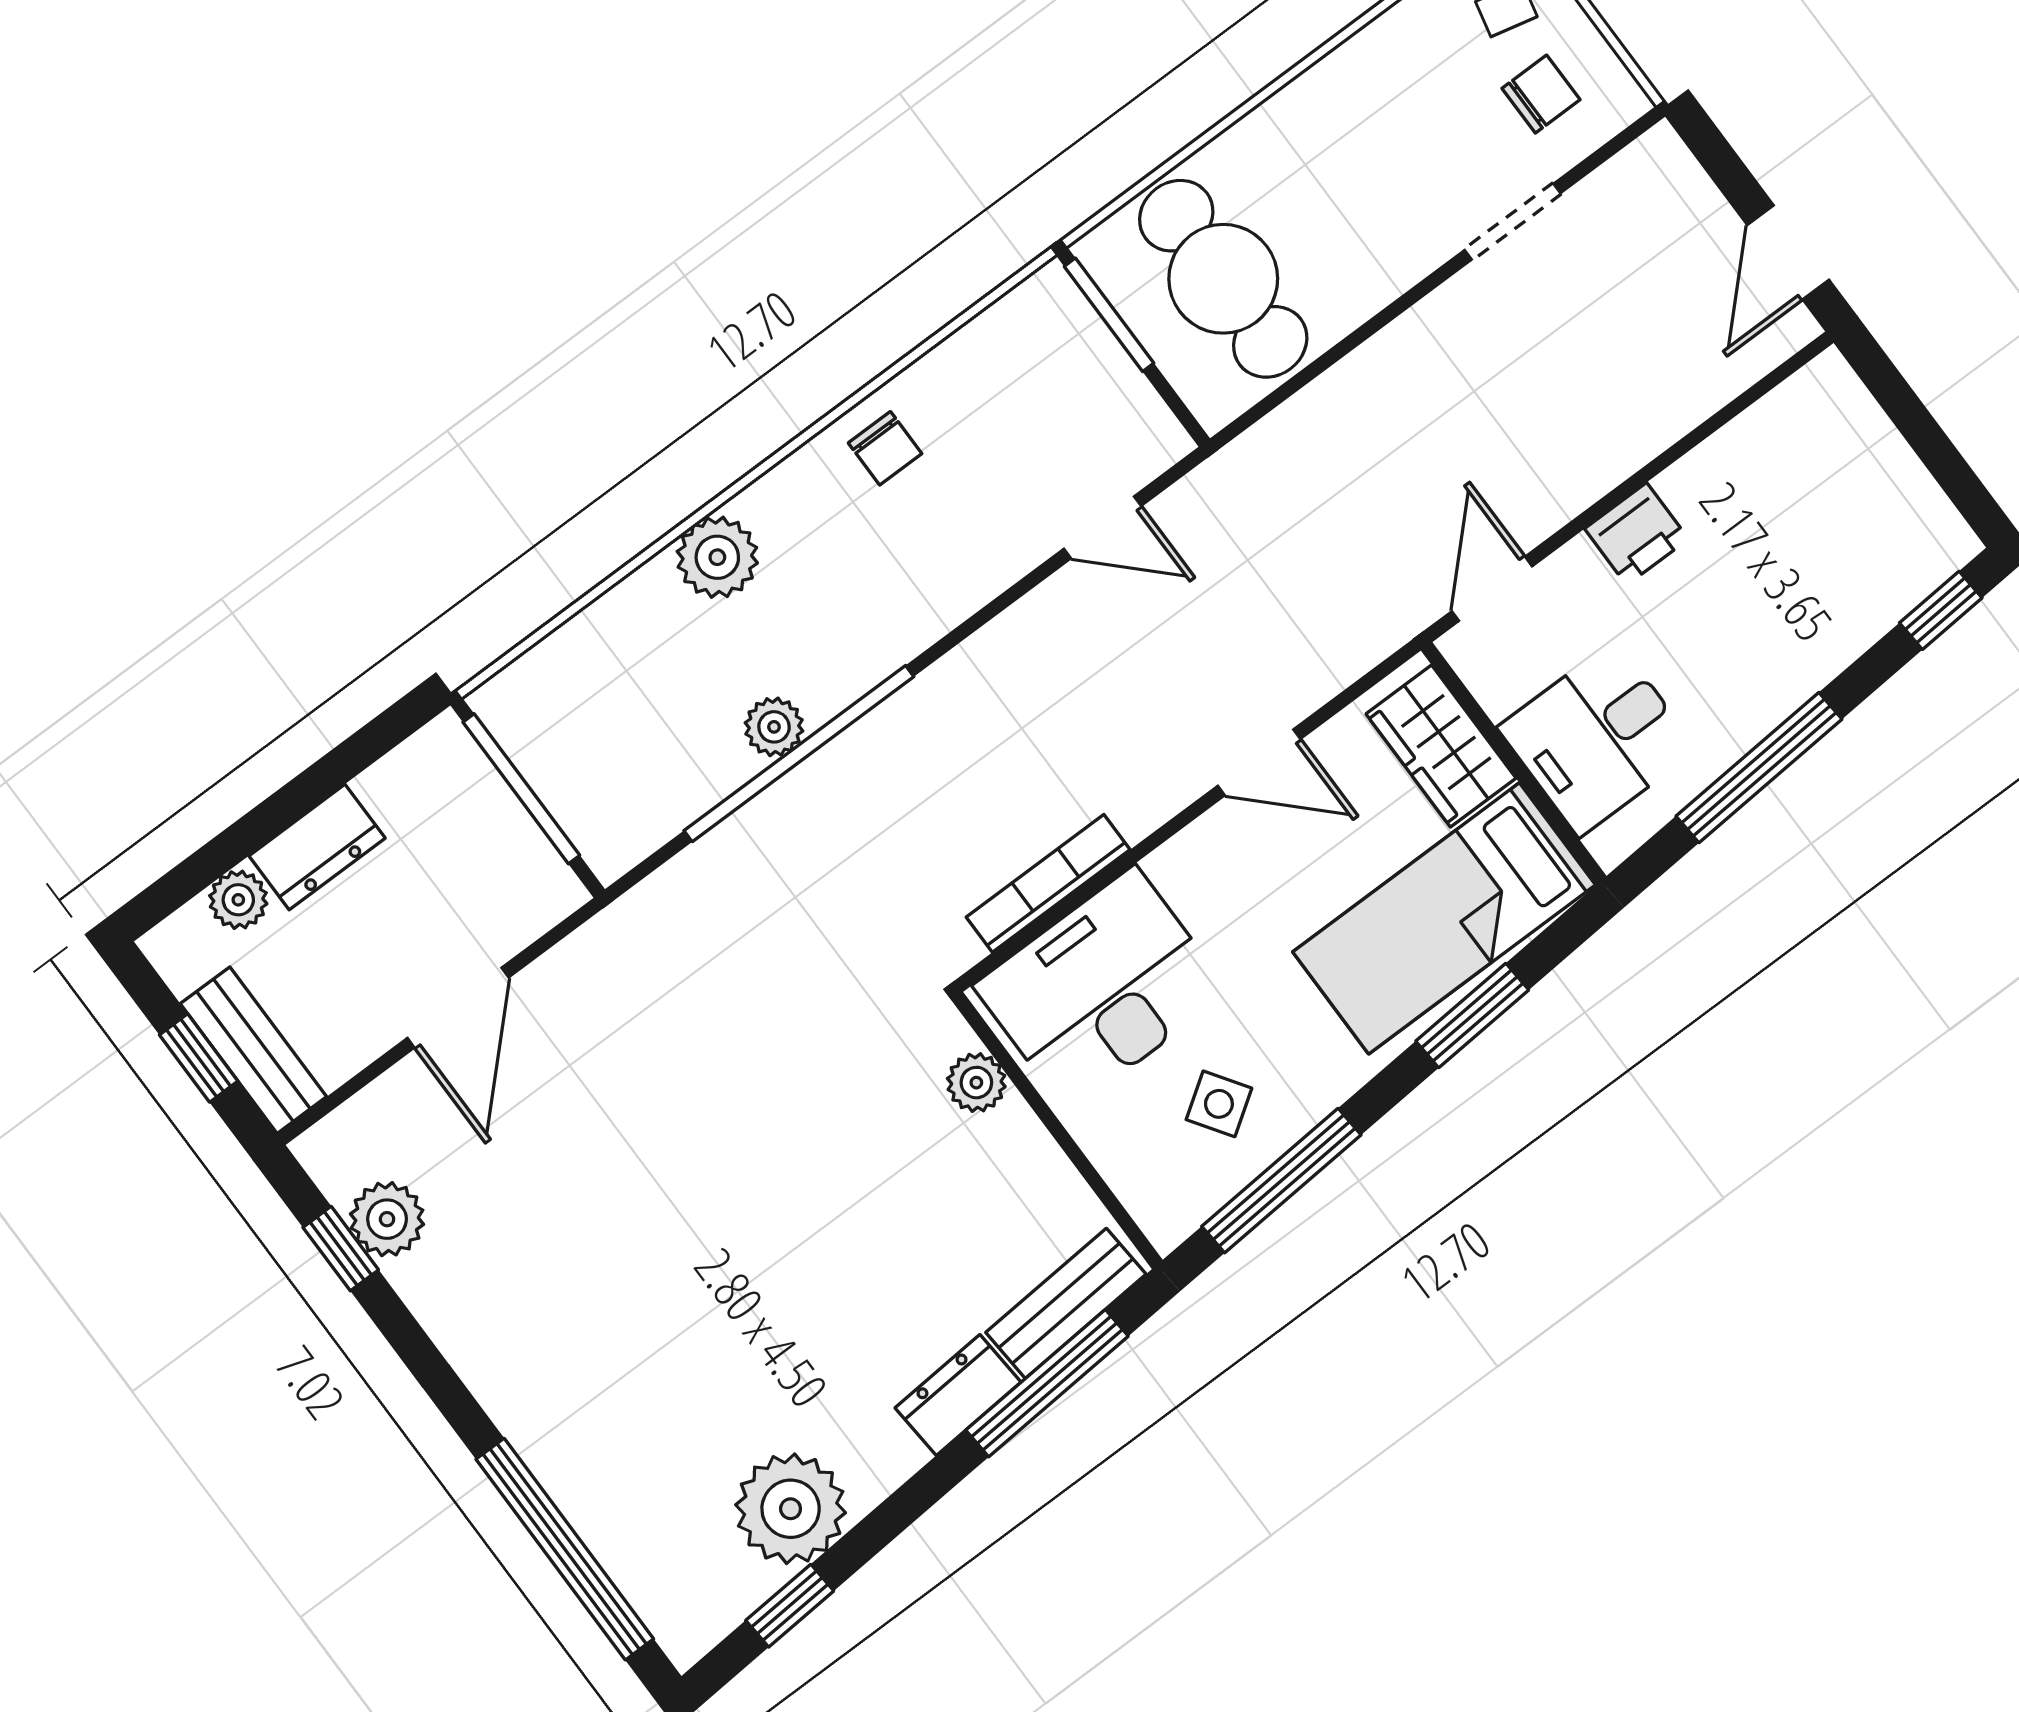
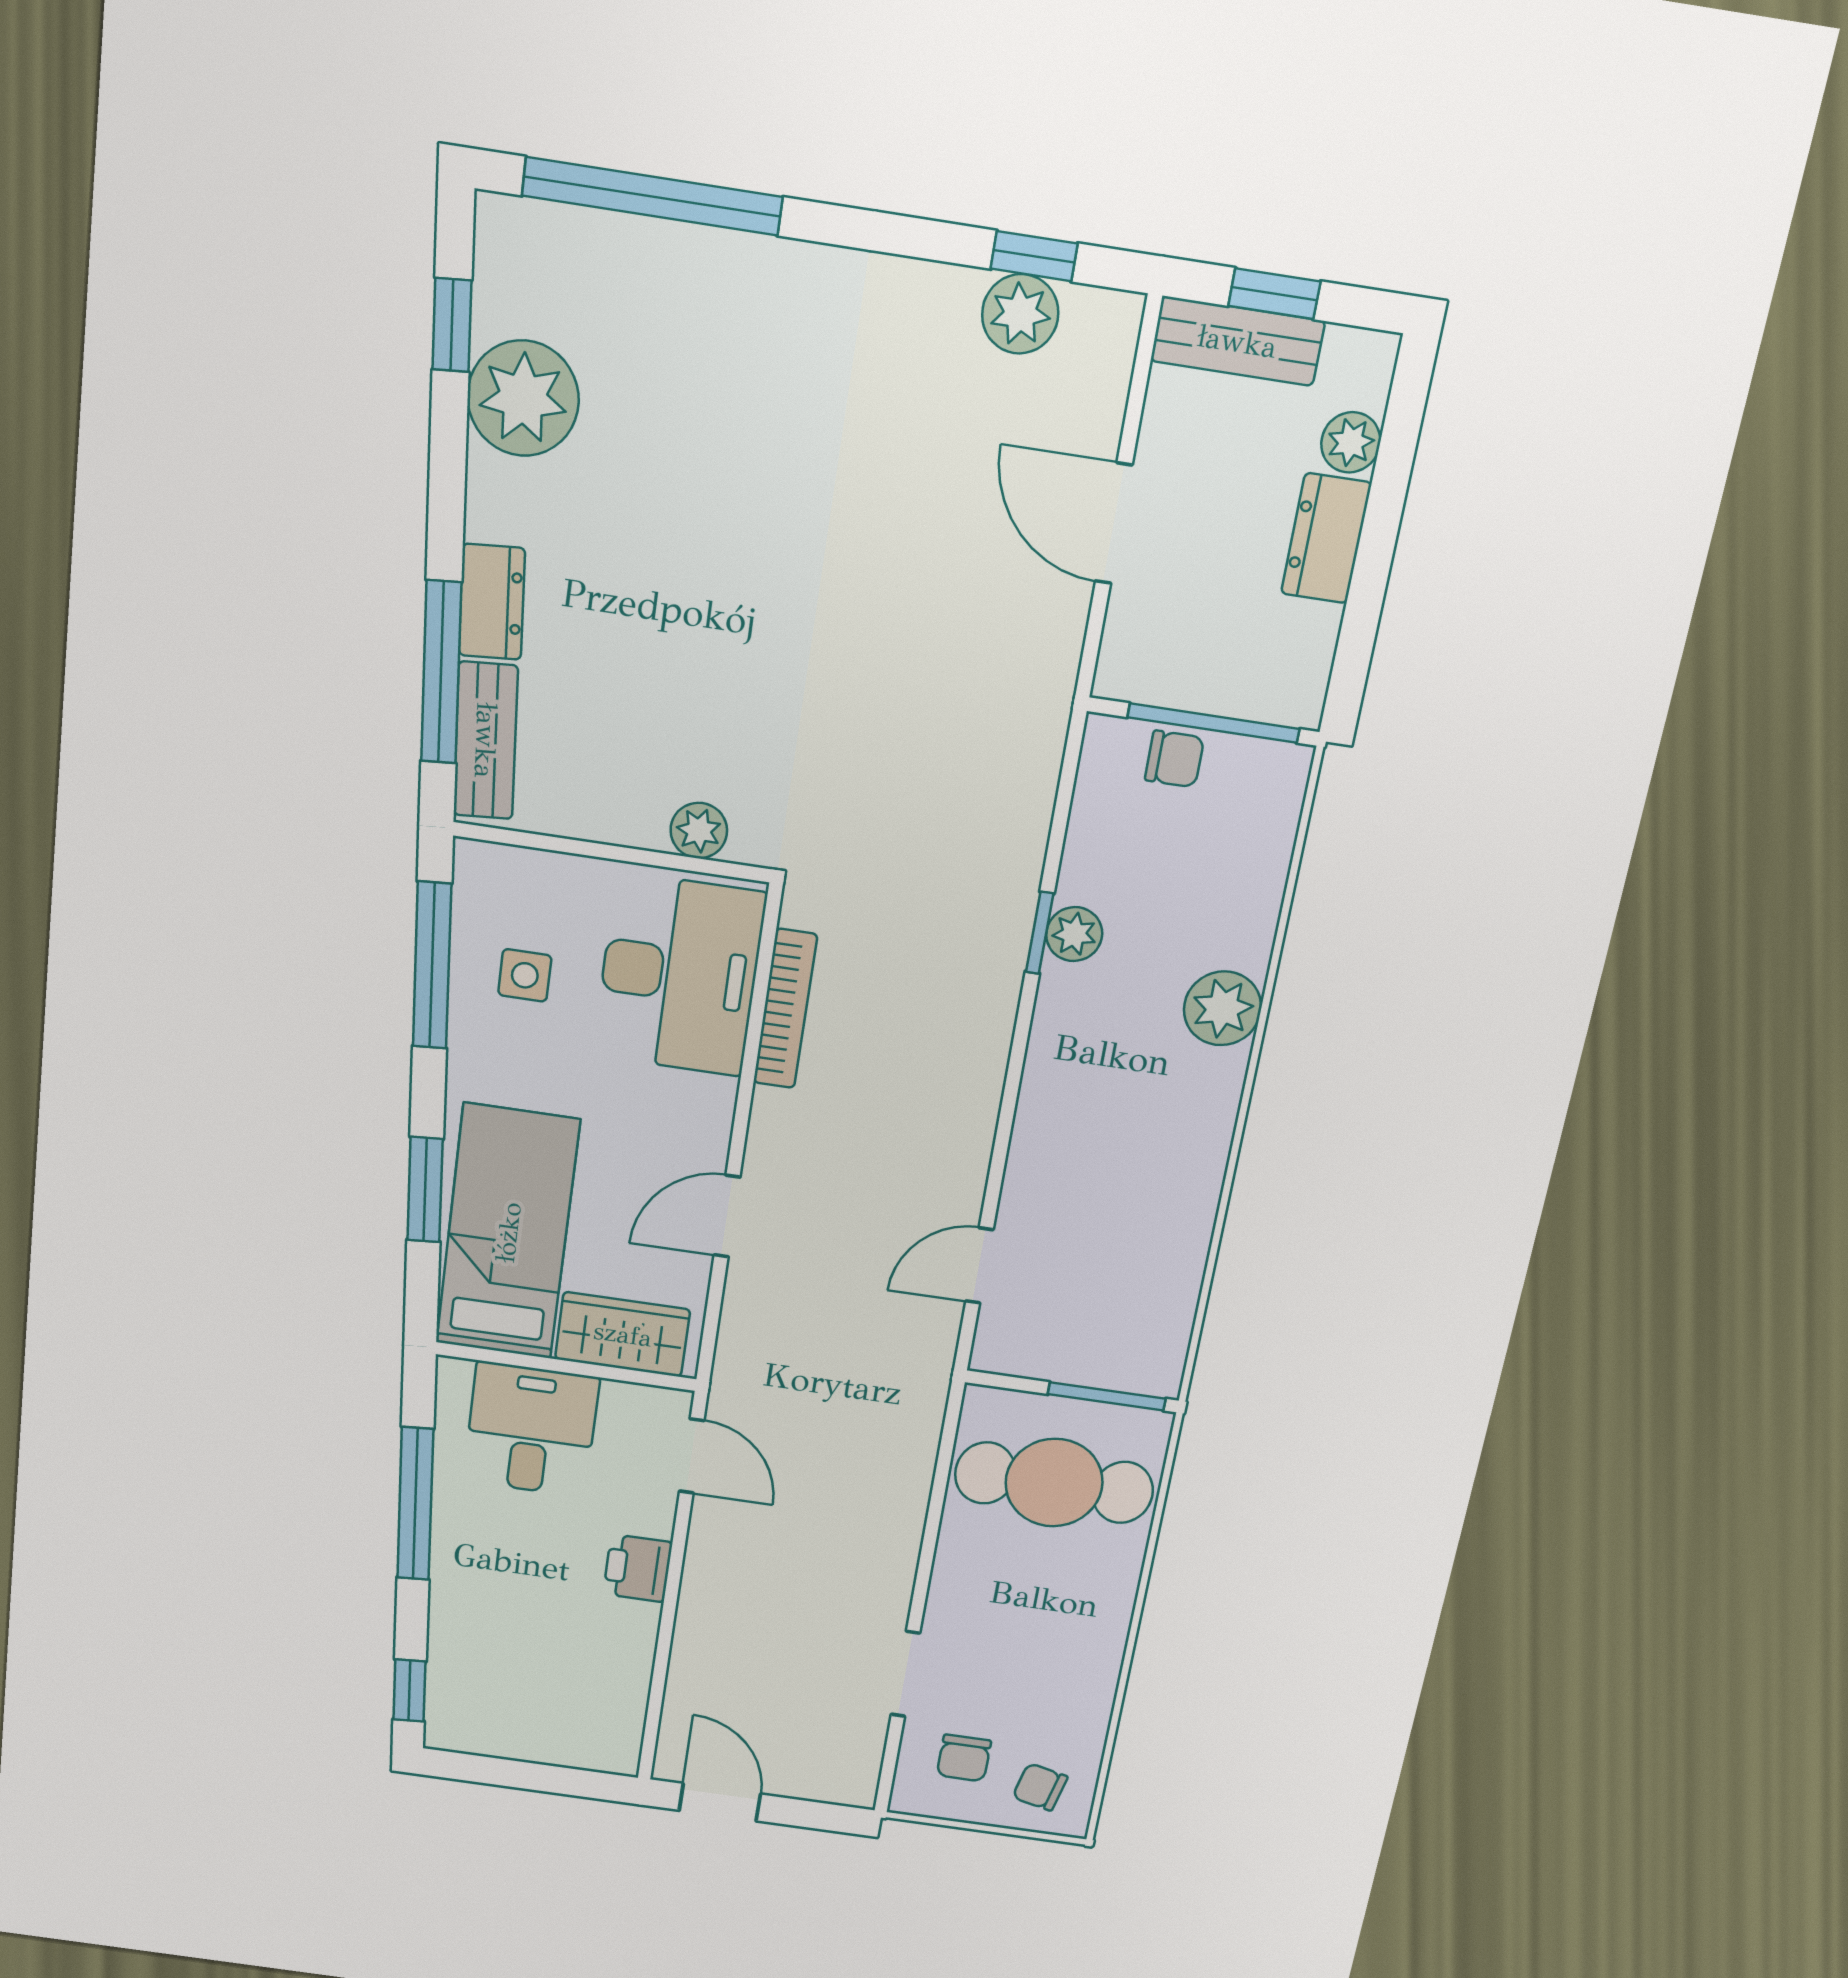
chair: (885, 448) -> (1174, 759), moved, turned 180
window: (799, 754) -> (1040, 933), width x0.32
side table: (1219, 1104) -> (525, 975), turned 34

